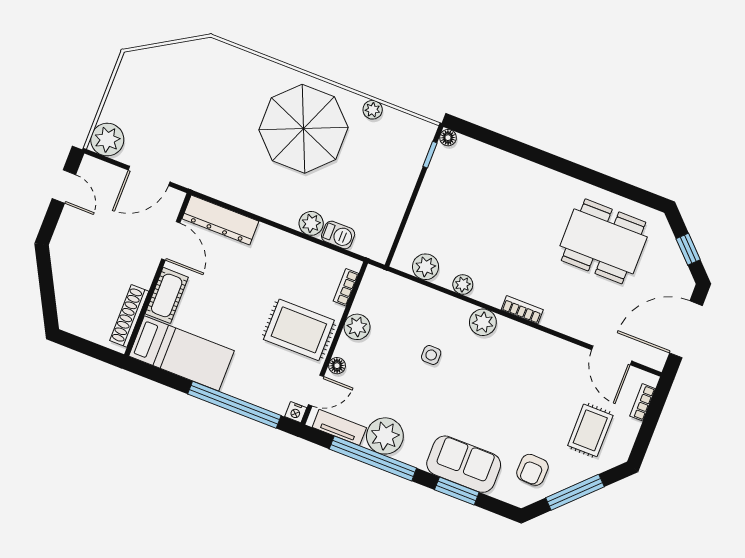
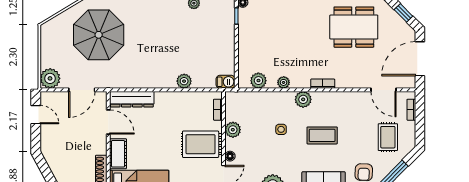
parasol: (303, 129) -> (99, 35), moved
barbecue: (338, 235) -> (226, 82), moved
coffee table: (491, 389) -> (322, 135), added

